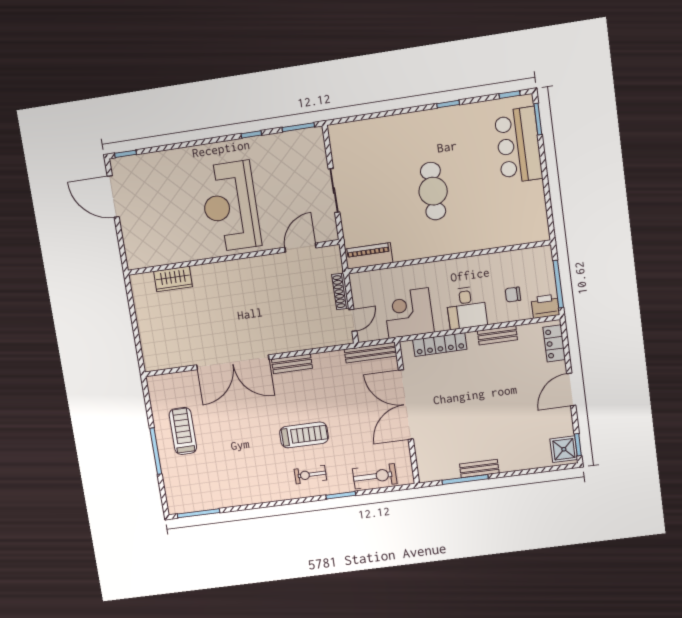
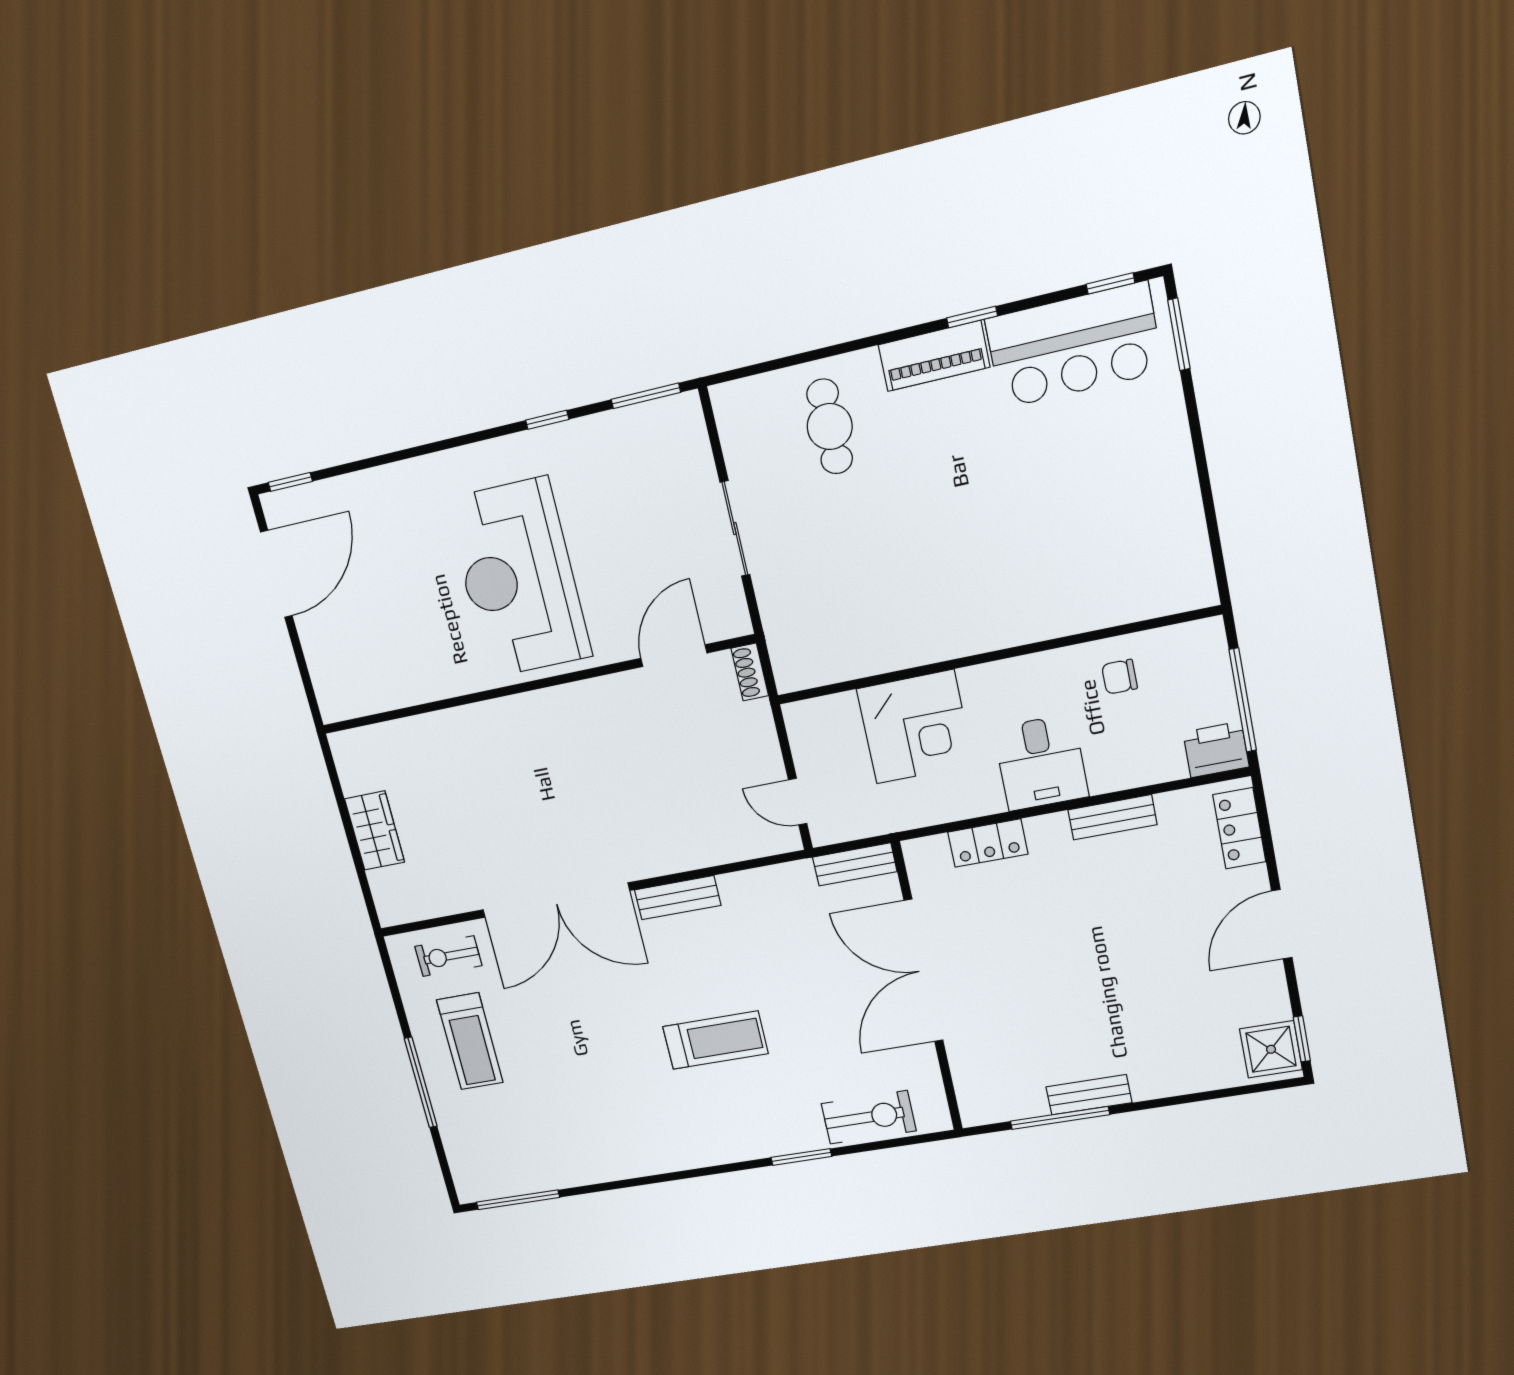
bar counter: (518, 145) -> (1074, 345), moved, turned -90
cafe table: (433, 191) -> (830, 426), moved, width x0.73, depth x0.74
door: (113, 197) -> (276, 574), swing flipped
piano: (369, 256) -> (934, 356), moved, turned 180
wardrobe: (173, 279) -> (375, 831), moved, turned -90
shoe rack: (340, 291) -> (750, 672), moved, width x0.70
chair: (513, 295) -> (1120, 677), moved
corner desk: (409, 313) -> (915, 727), moved, turned 180
door: (353, 320) -> (798, 802), swing flipped
locker: (440, 345) -> (988, 843), width x0.66
bench: (371, 353) -> (855, 864), width x0.73
treadmill: (183, 431) -> (470, 1041), turned 180
exercise bike: (310, 475) -> (448, 956), moved

